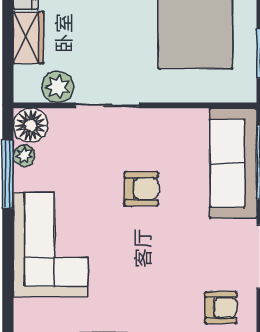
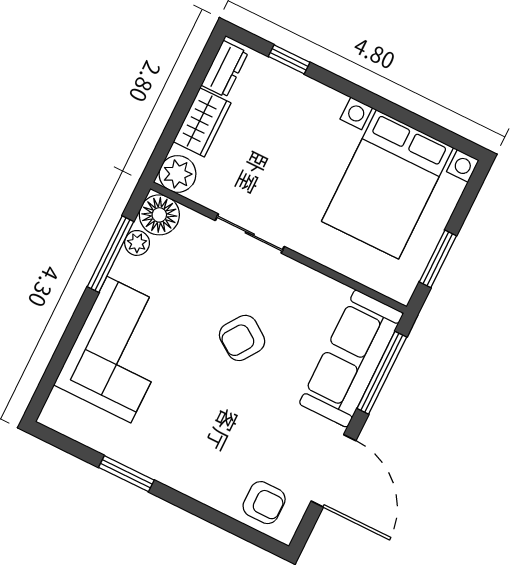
plant: (58, 87) -> (178, 174), moved
armchair: (141, 189) -> (242, 338), turned 125

